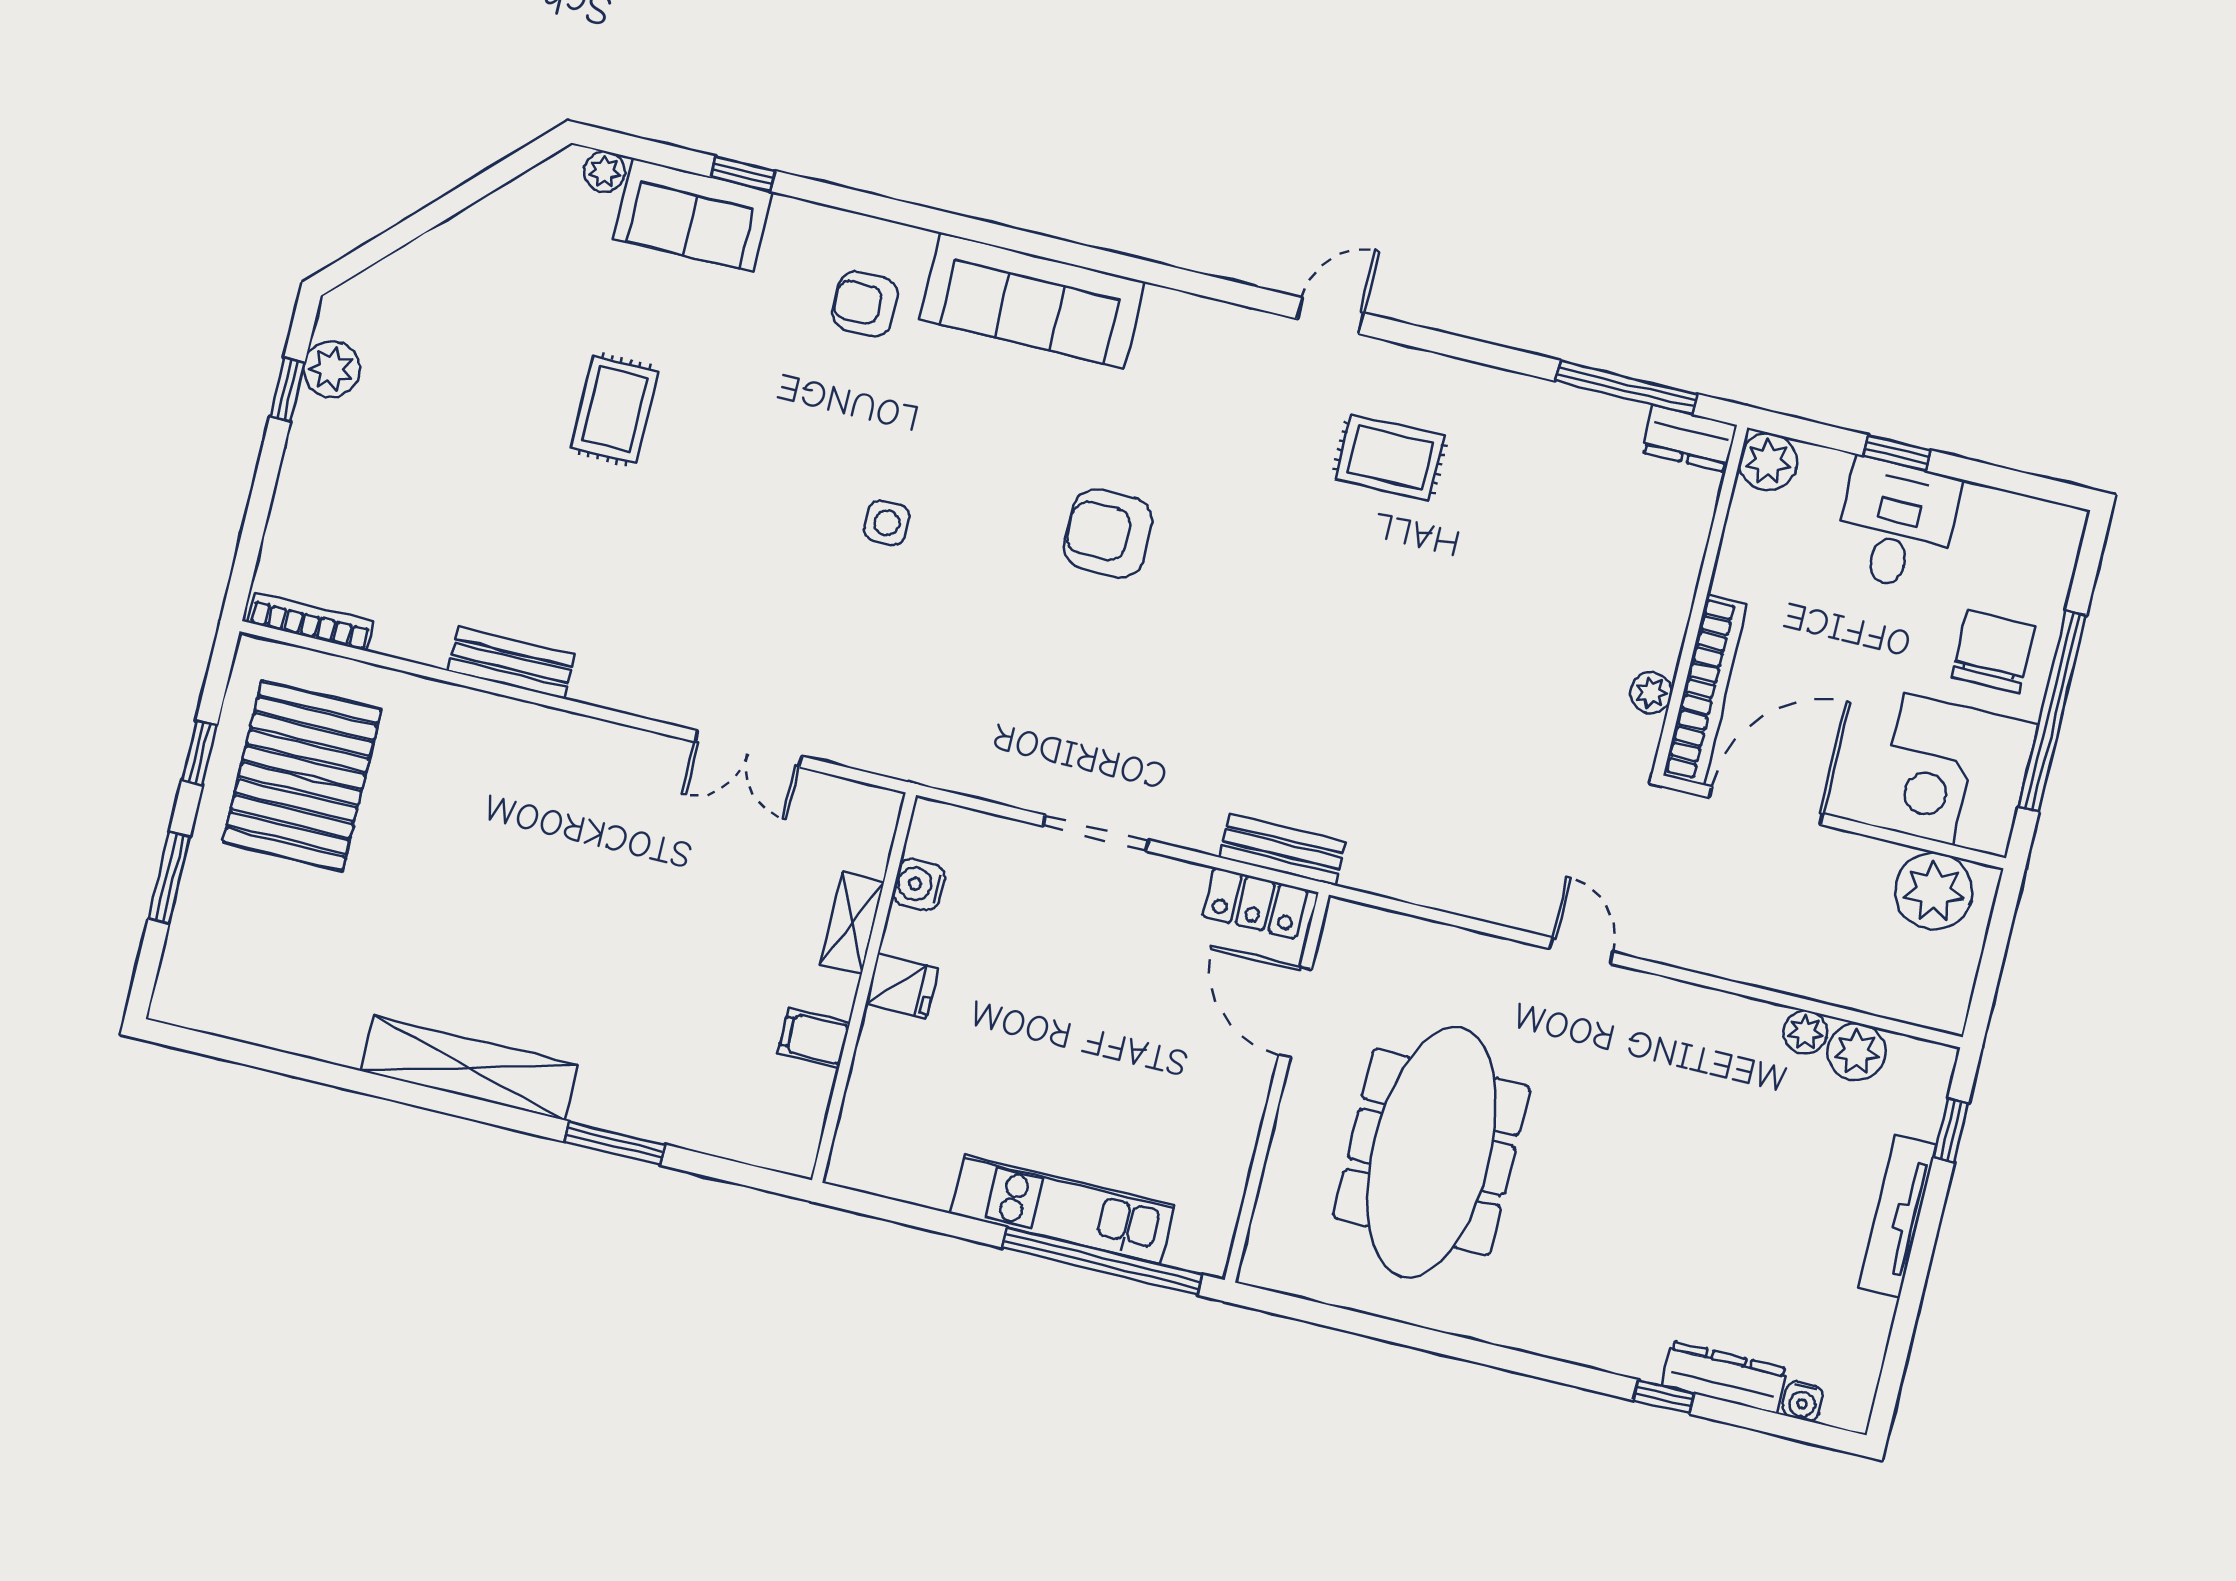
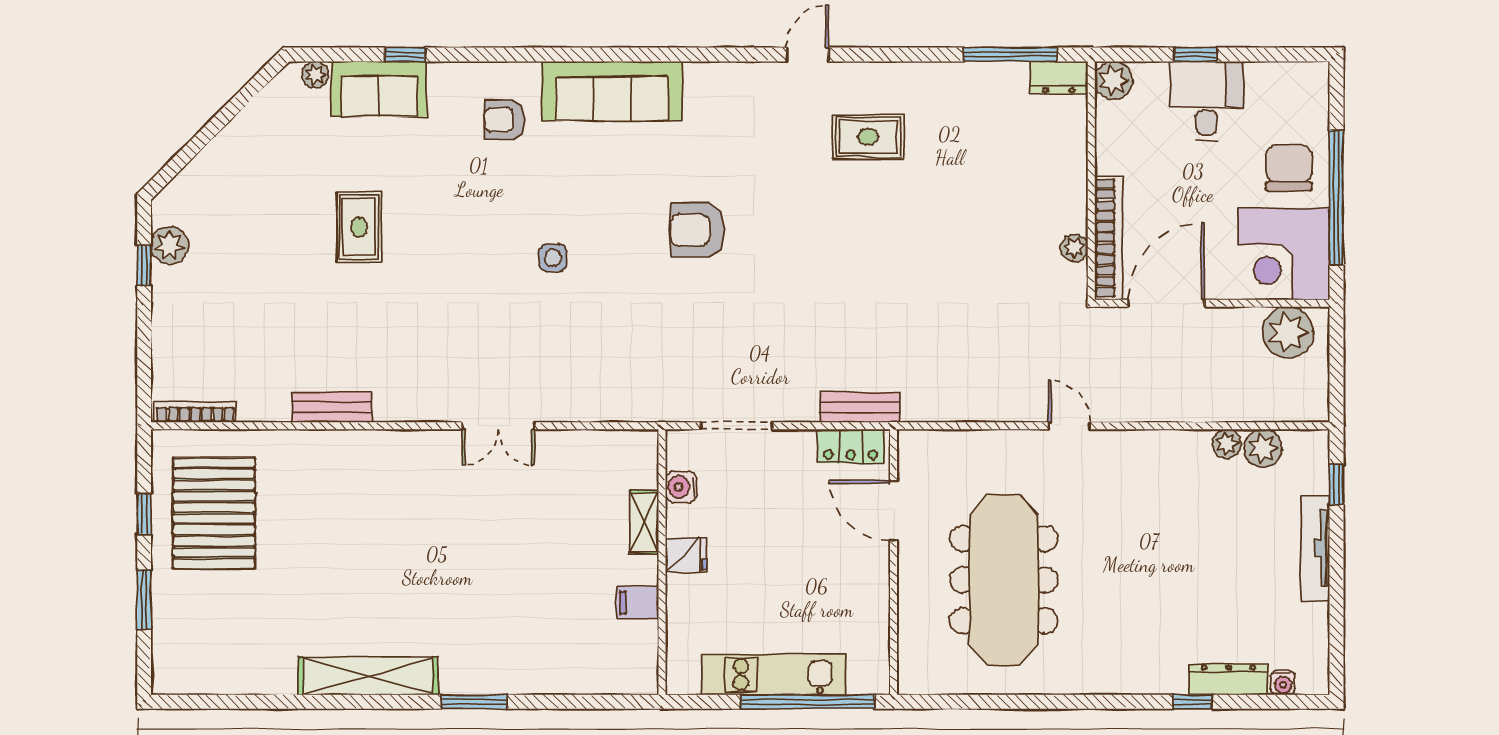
water cooler: (919, 885) -> (681, 487), moved
shelving: (852, 923) -> (644, 522), moved
fridge: (902, 986) -> (686, 555), moved
wall: (864, 988) -> (662, 562), moved
filing cabinet: (814, 1038) -> (638, 603), moved

